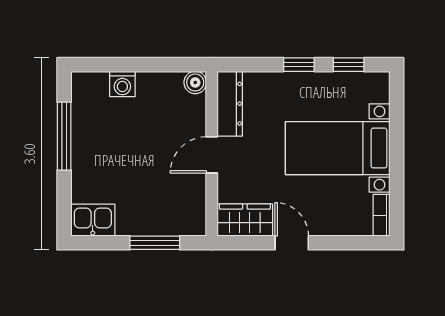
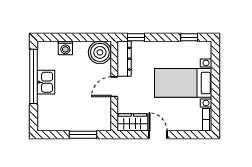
window: (299, 65) -> (136, 37), moved
boiler: (195, 82) -> (100, 52), width x1.86, depth x1.86
window: (64, 136) -> (33, 76), width x1.46
kitchen sink: (93, 220) -> (46, 82), moved, turned 90

